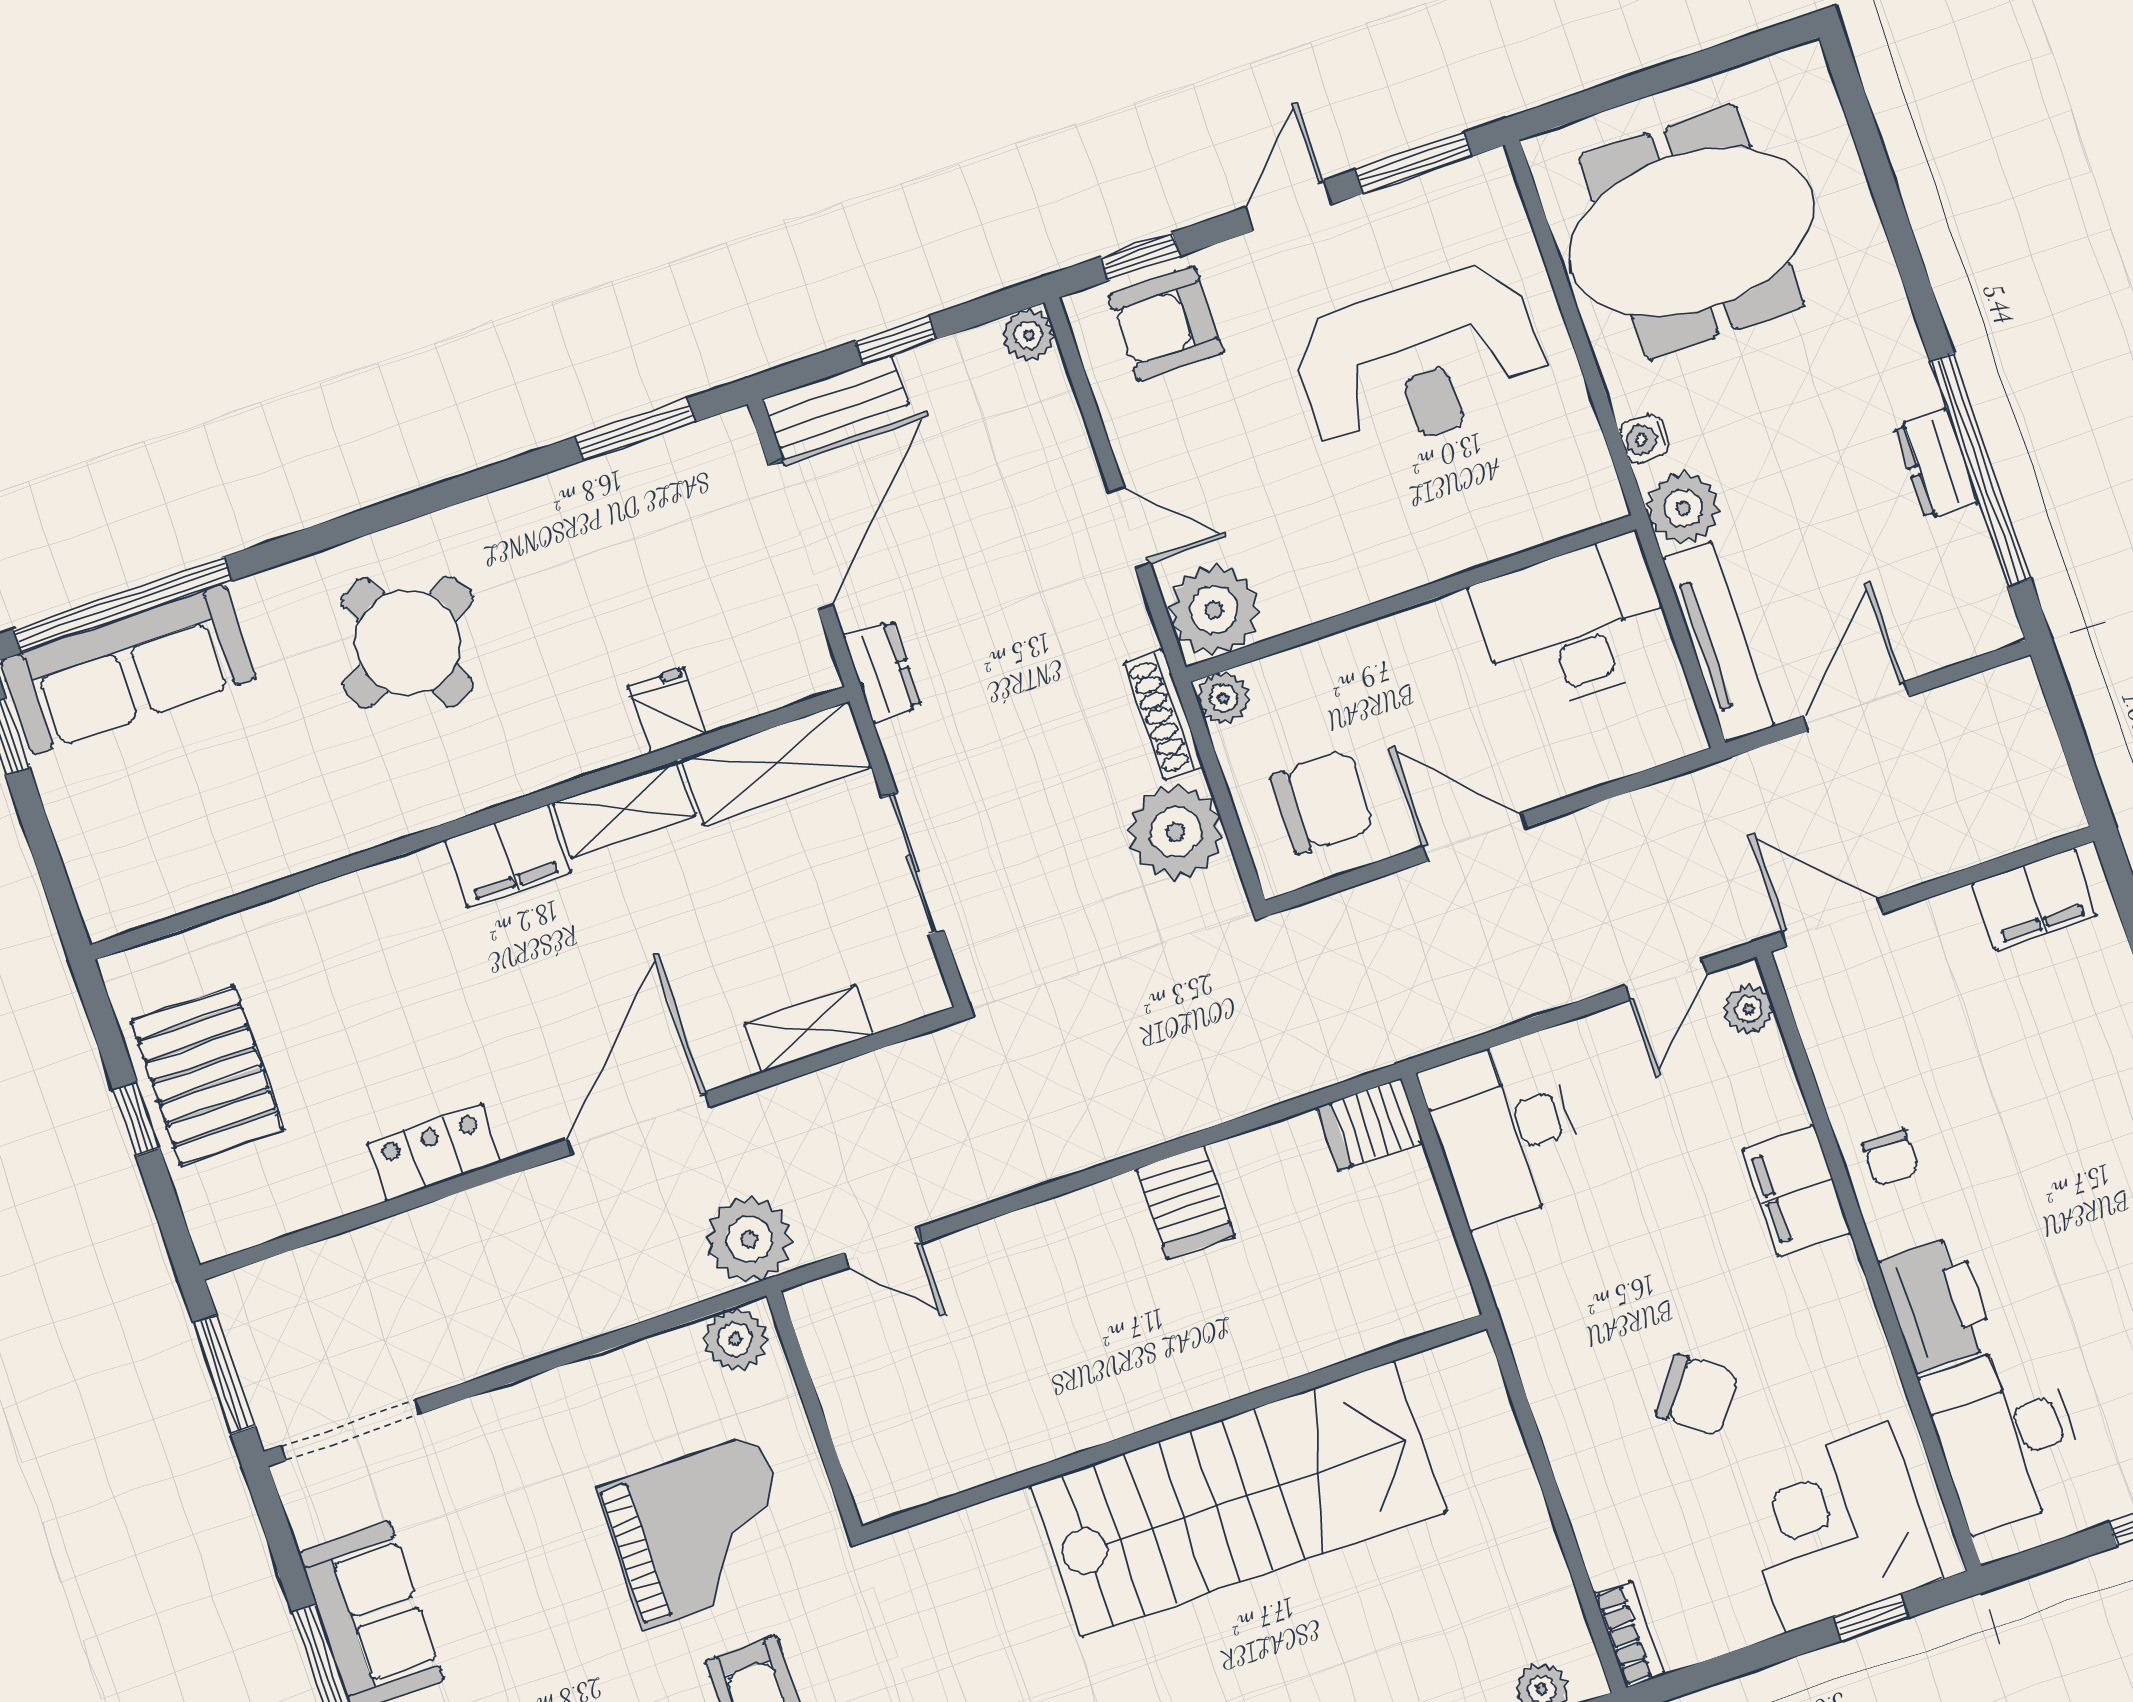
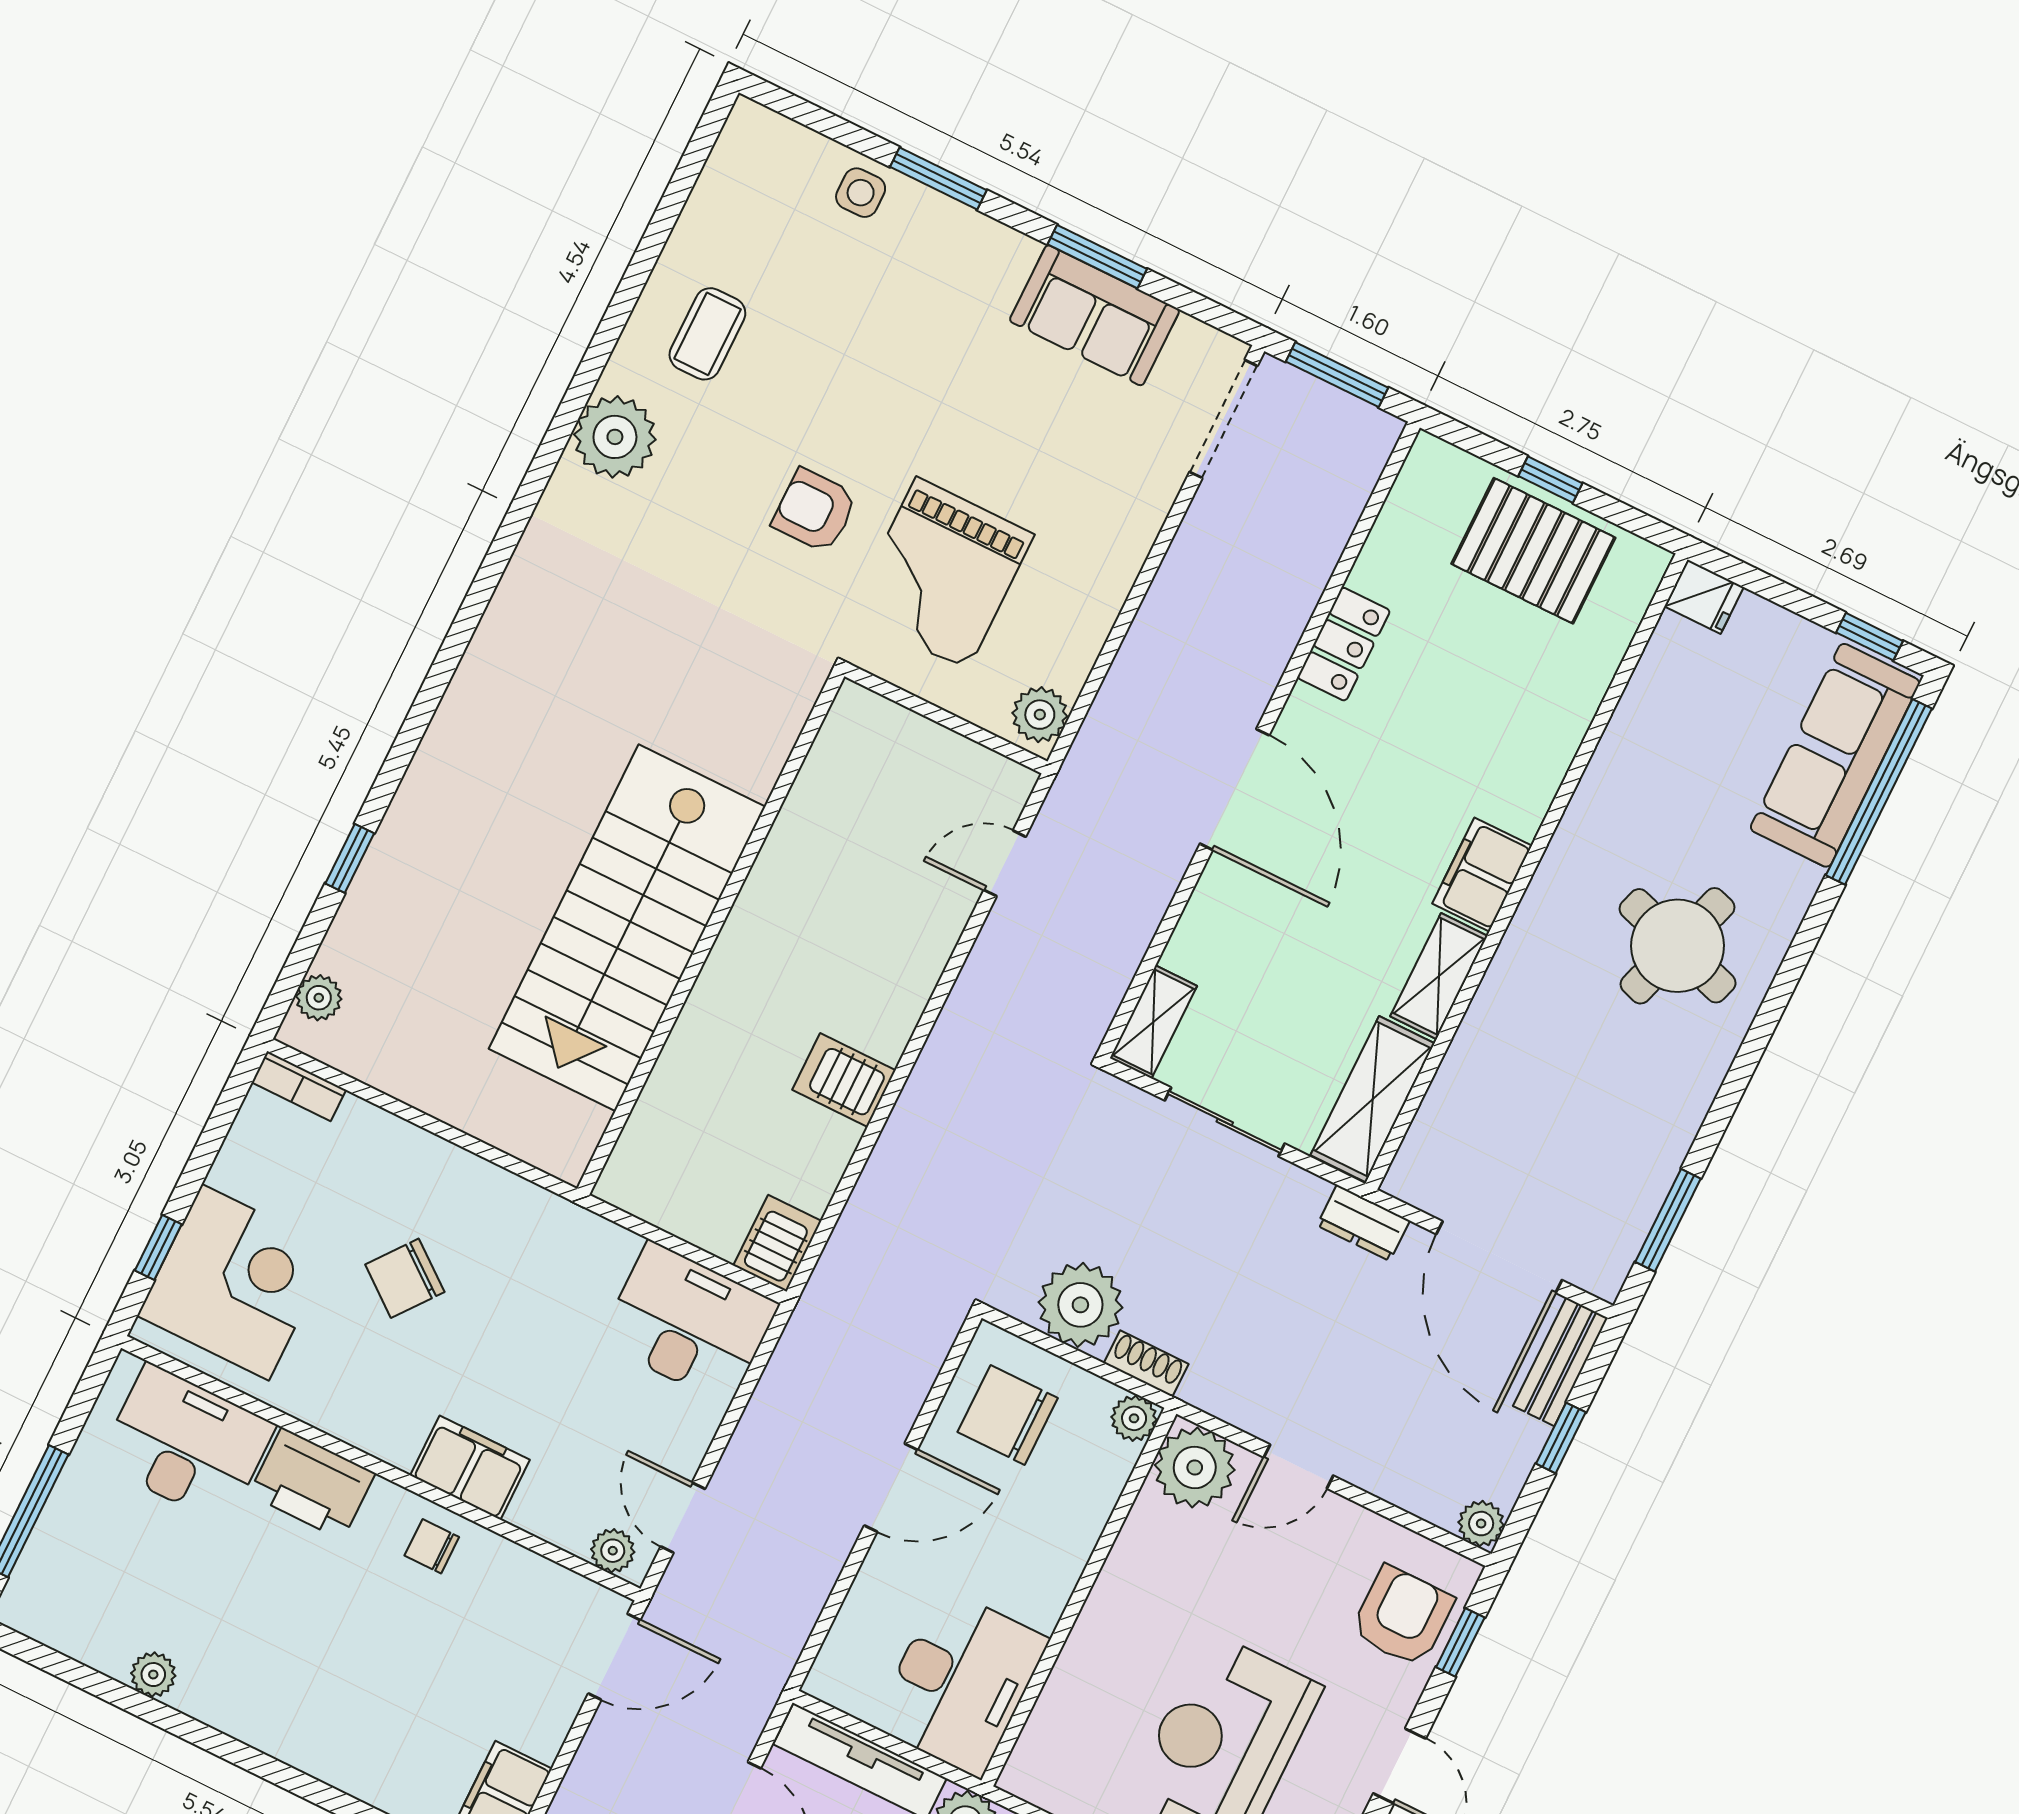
round table: (408, 642) -> (1678, 946), turned 45
fridge: (667, 710) -> (1704, 597), moved
shoe rack: (1164, 715) -> (1146, 1364), width x0.70
chair: (1322, 802) -> (1008, 1415), turned 90
shelving: (809, 1029) -> (1153, 1022), moved
plant: (749, 1239) -> (1093, 785), removed

